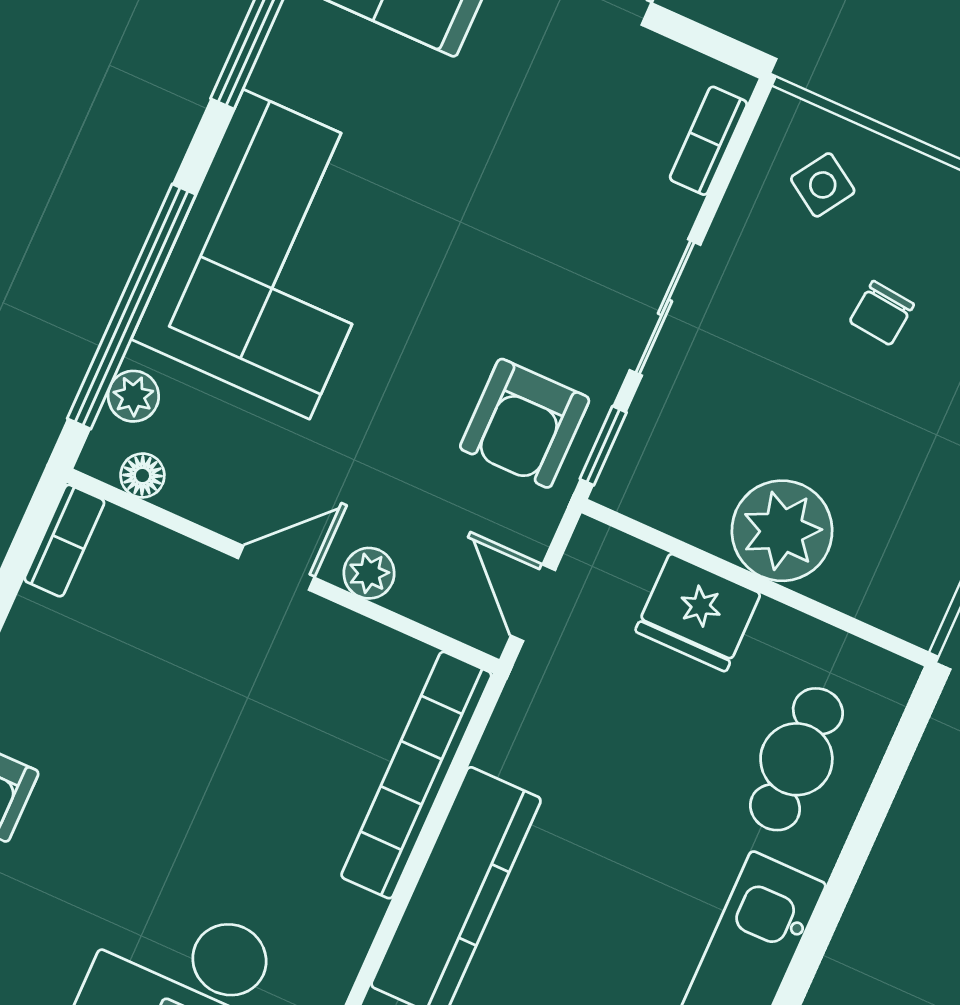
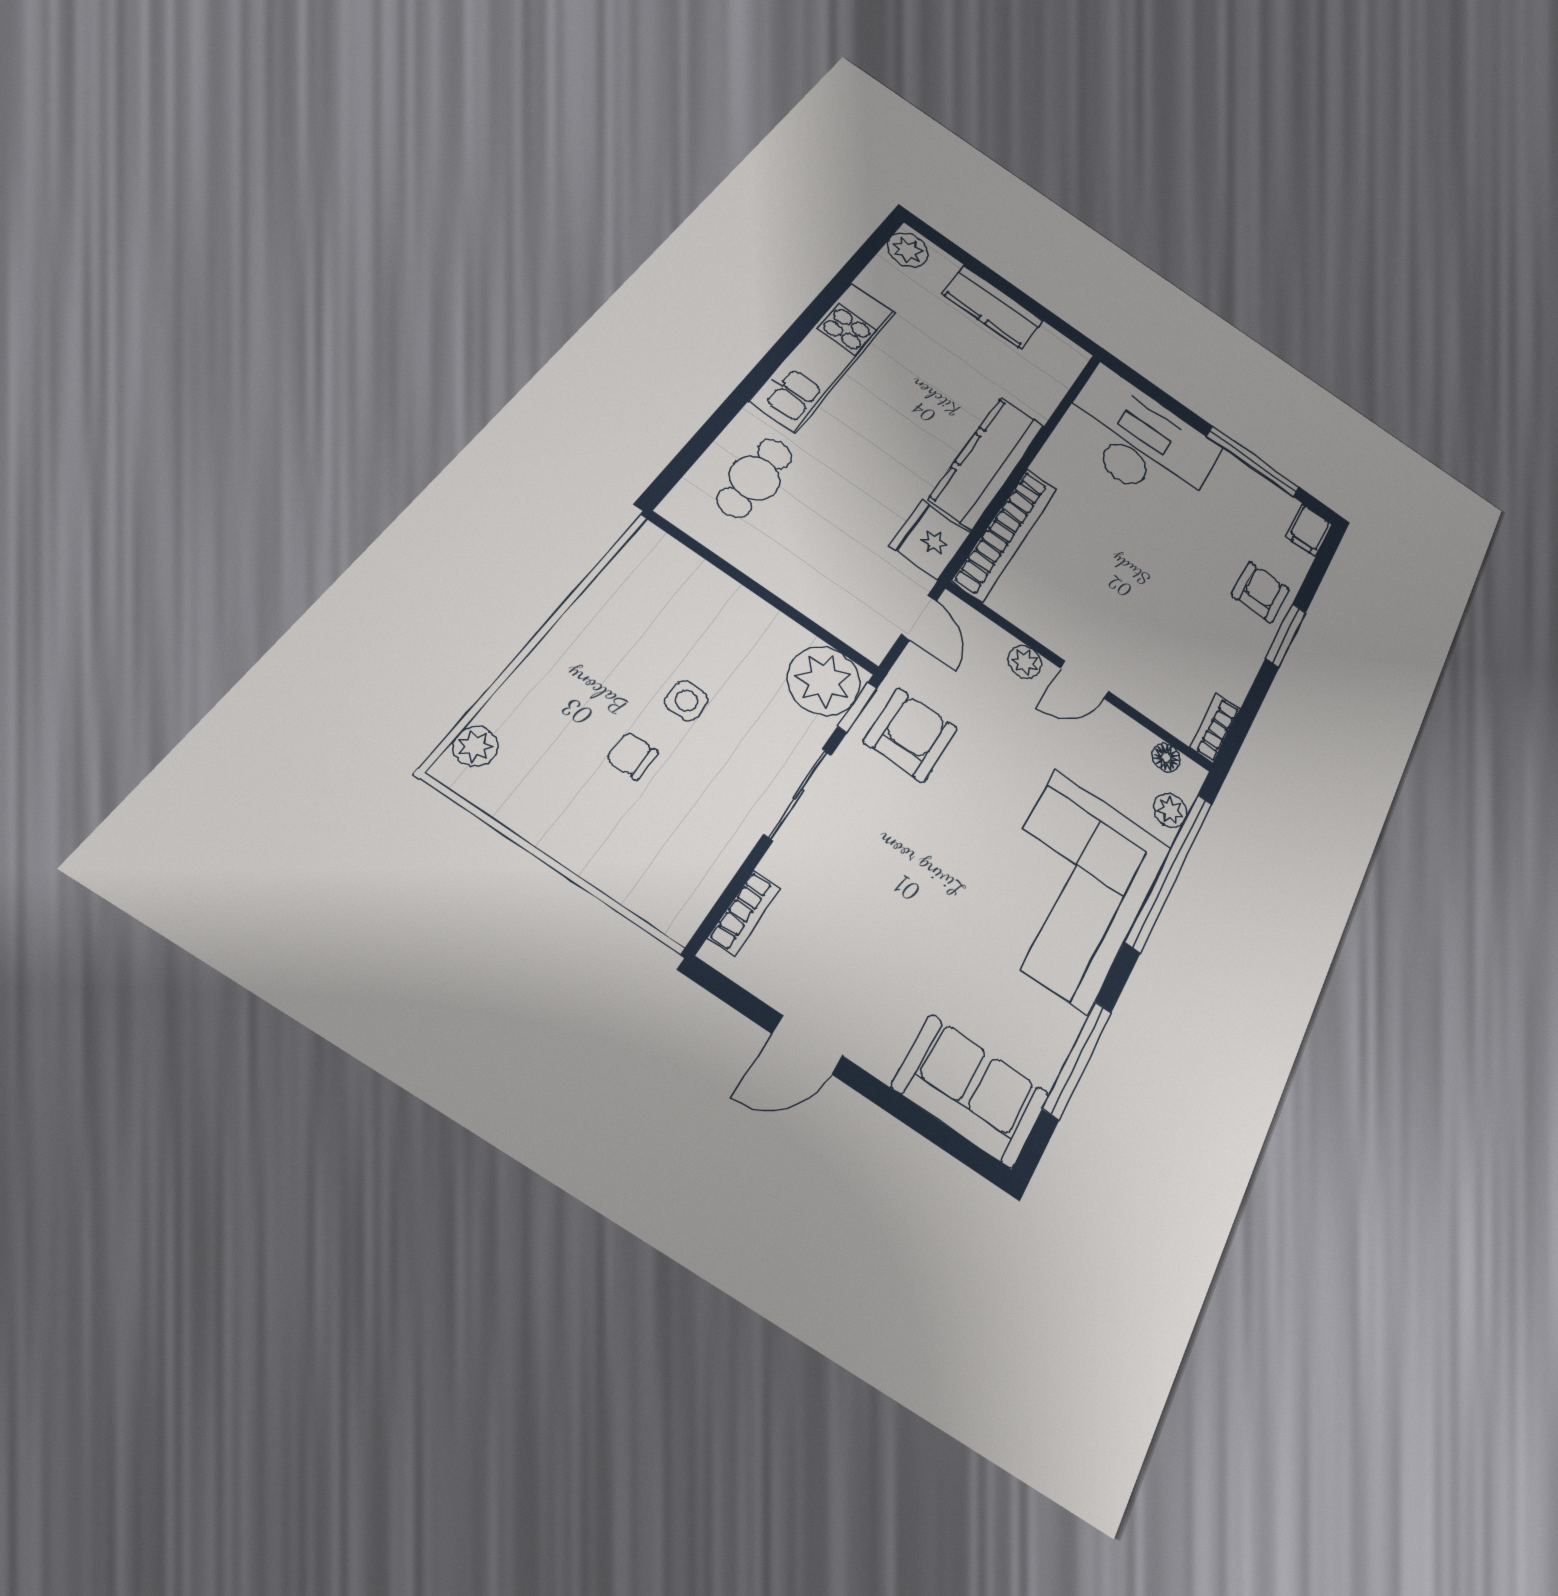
side table: (823, 185) -> (686, 701), moved, turned -33
chair: (882, 313) -> (632, 755), turned -96
plant: (782, 531) -> (824, 681), moved
fridge: (698, 612) -> (930, 540), moved, turned -90

